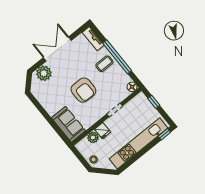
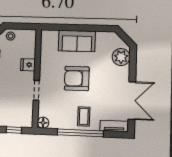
double door: (57, 49) -> (132, 101), moved
sofa: (68, 124) -> (77, 41), moved
plant: (93, 137) -> (29, 52), removed

